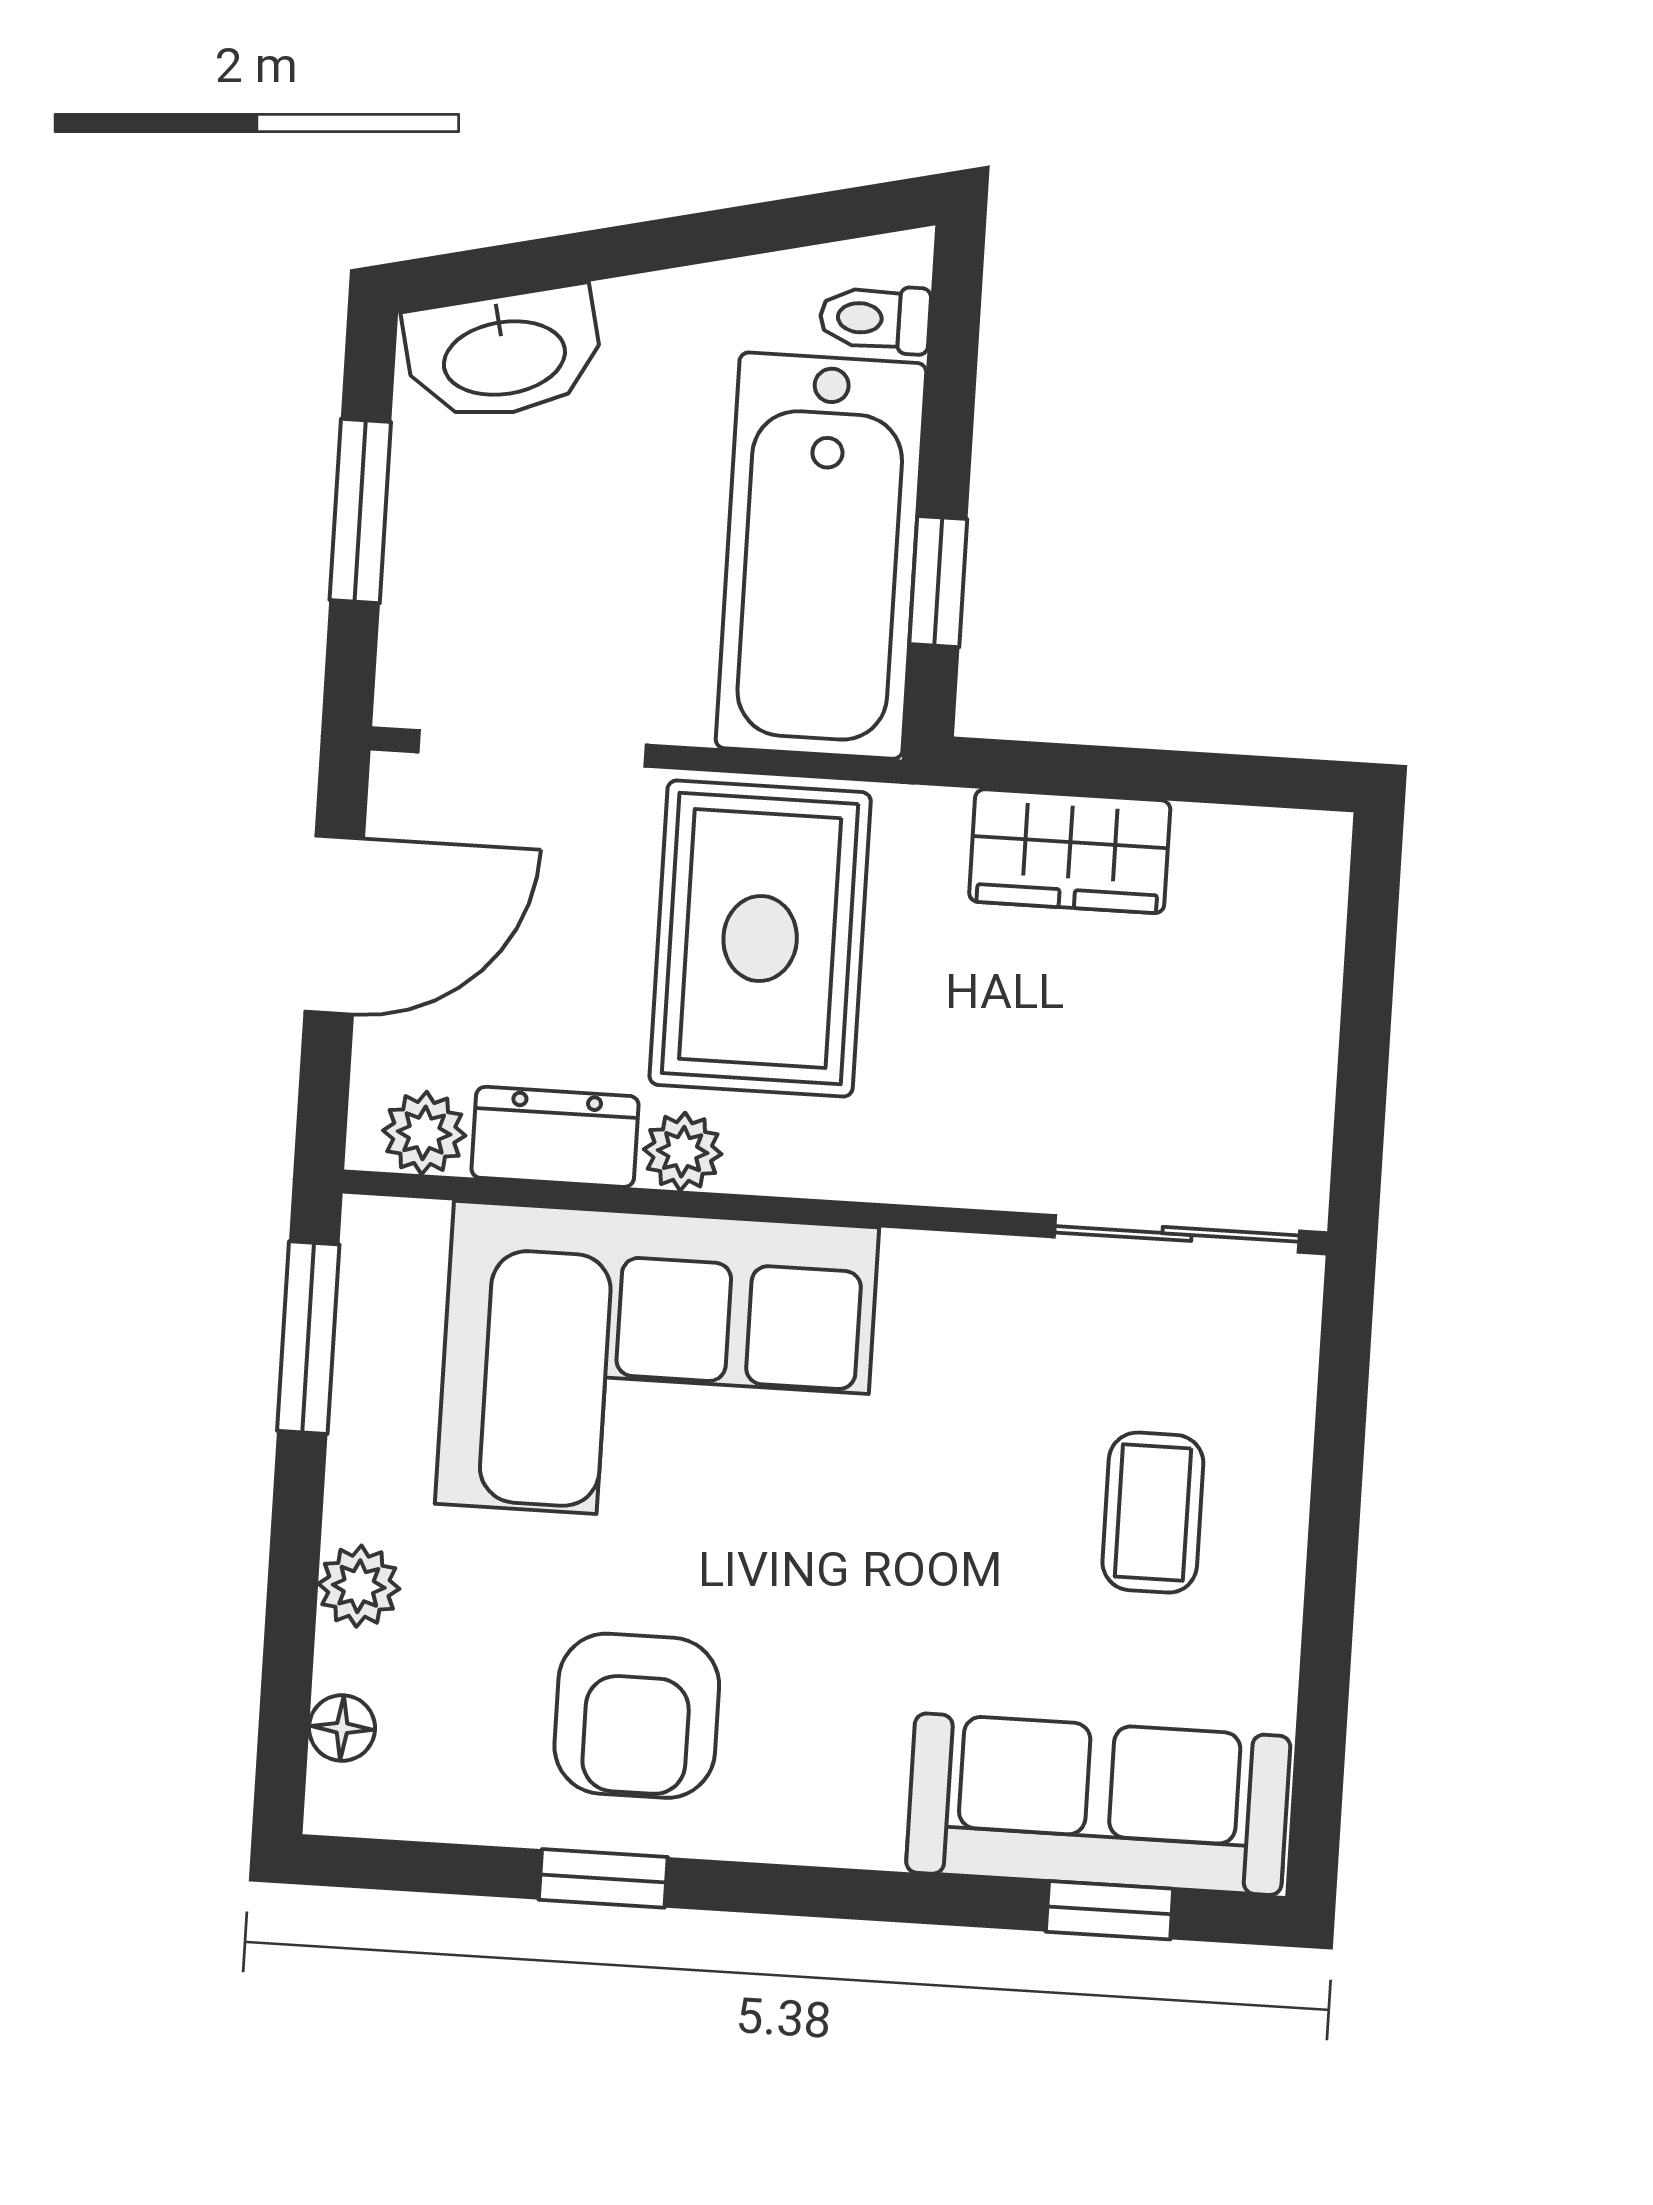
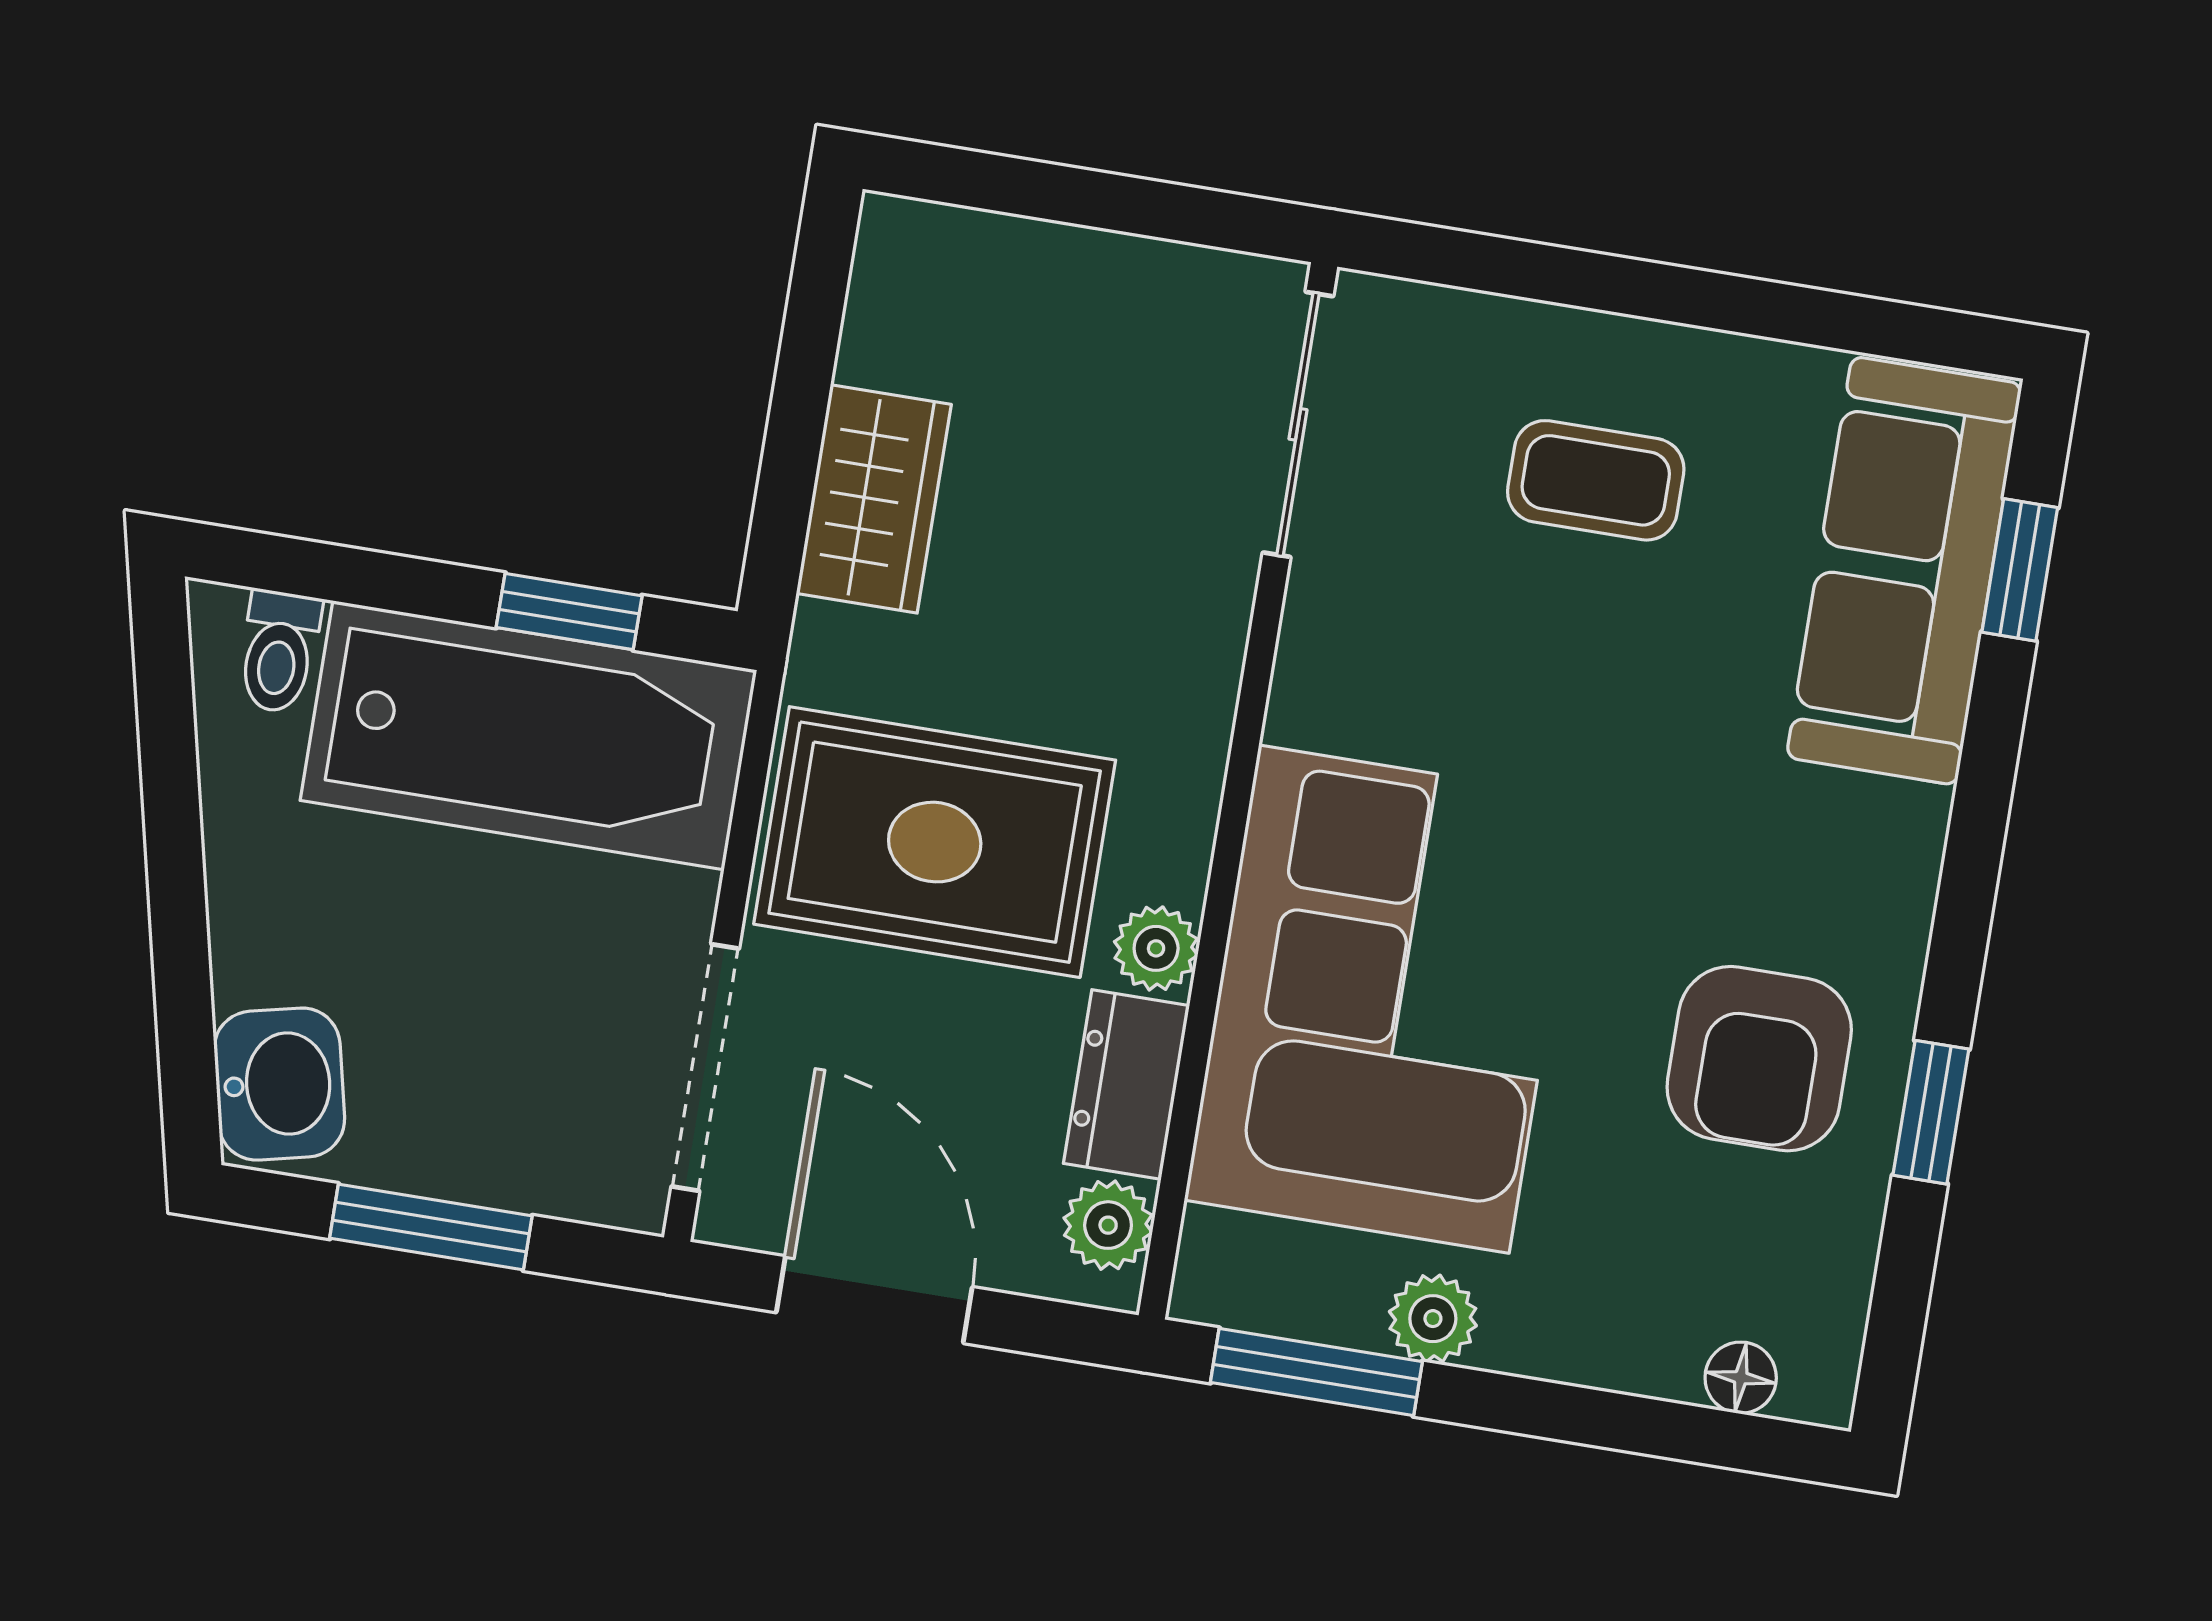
washbasin: (504, 355) -> (279, 1084), width x0.72
plant: (359, 1586) -> (1433, 1319), moved
armchair: (637, 1716) -> (1759, 1059), turned 90

